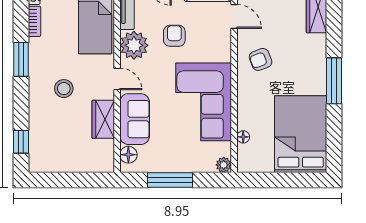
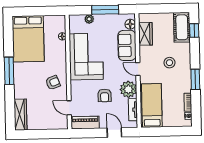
wardrobe: (103, 119) -> (145, 34), moved
cot: (42, 147) -> (182, 27), added
plant: (224, 165) -> (89, 19), moved

